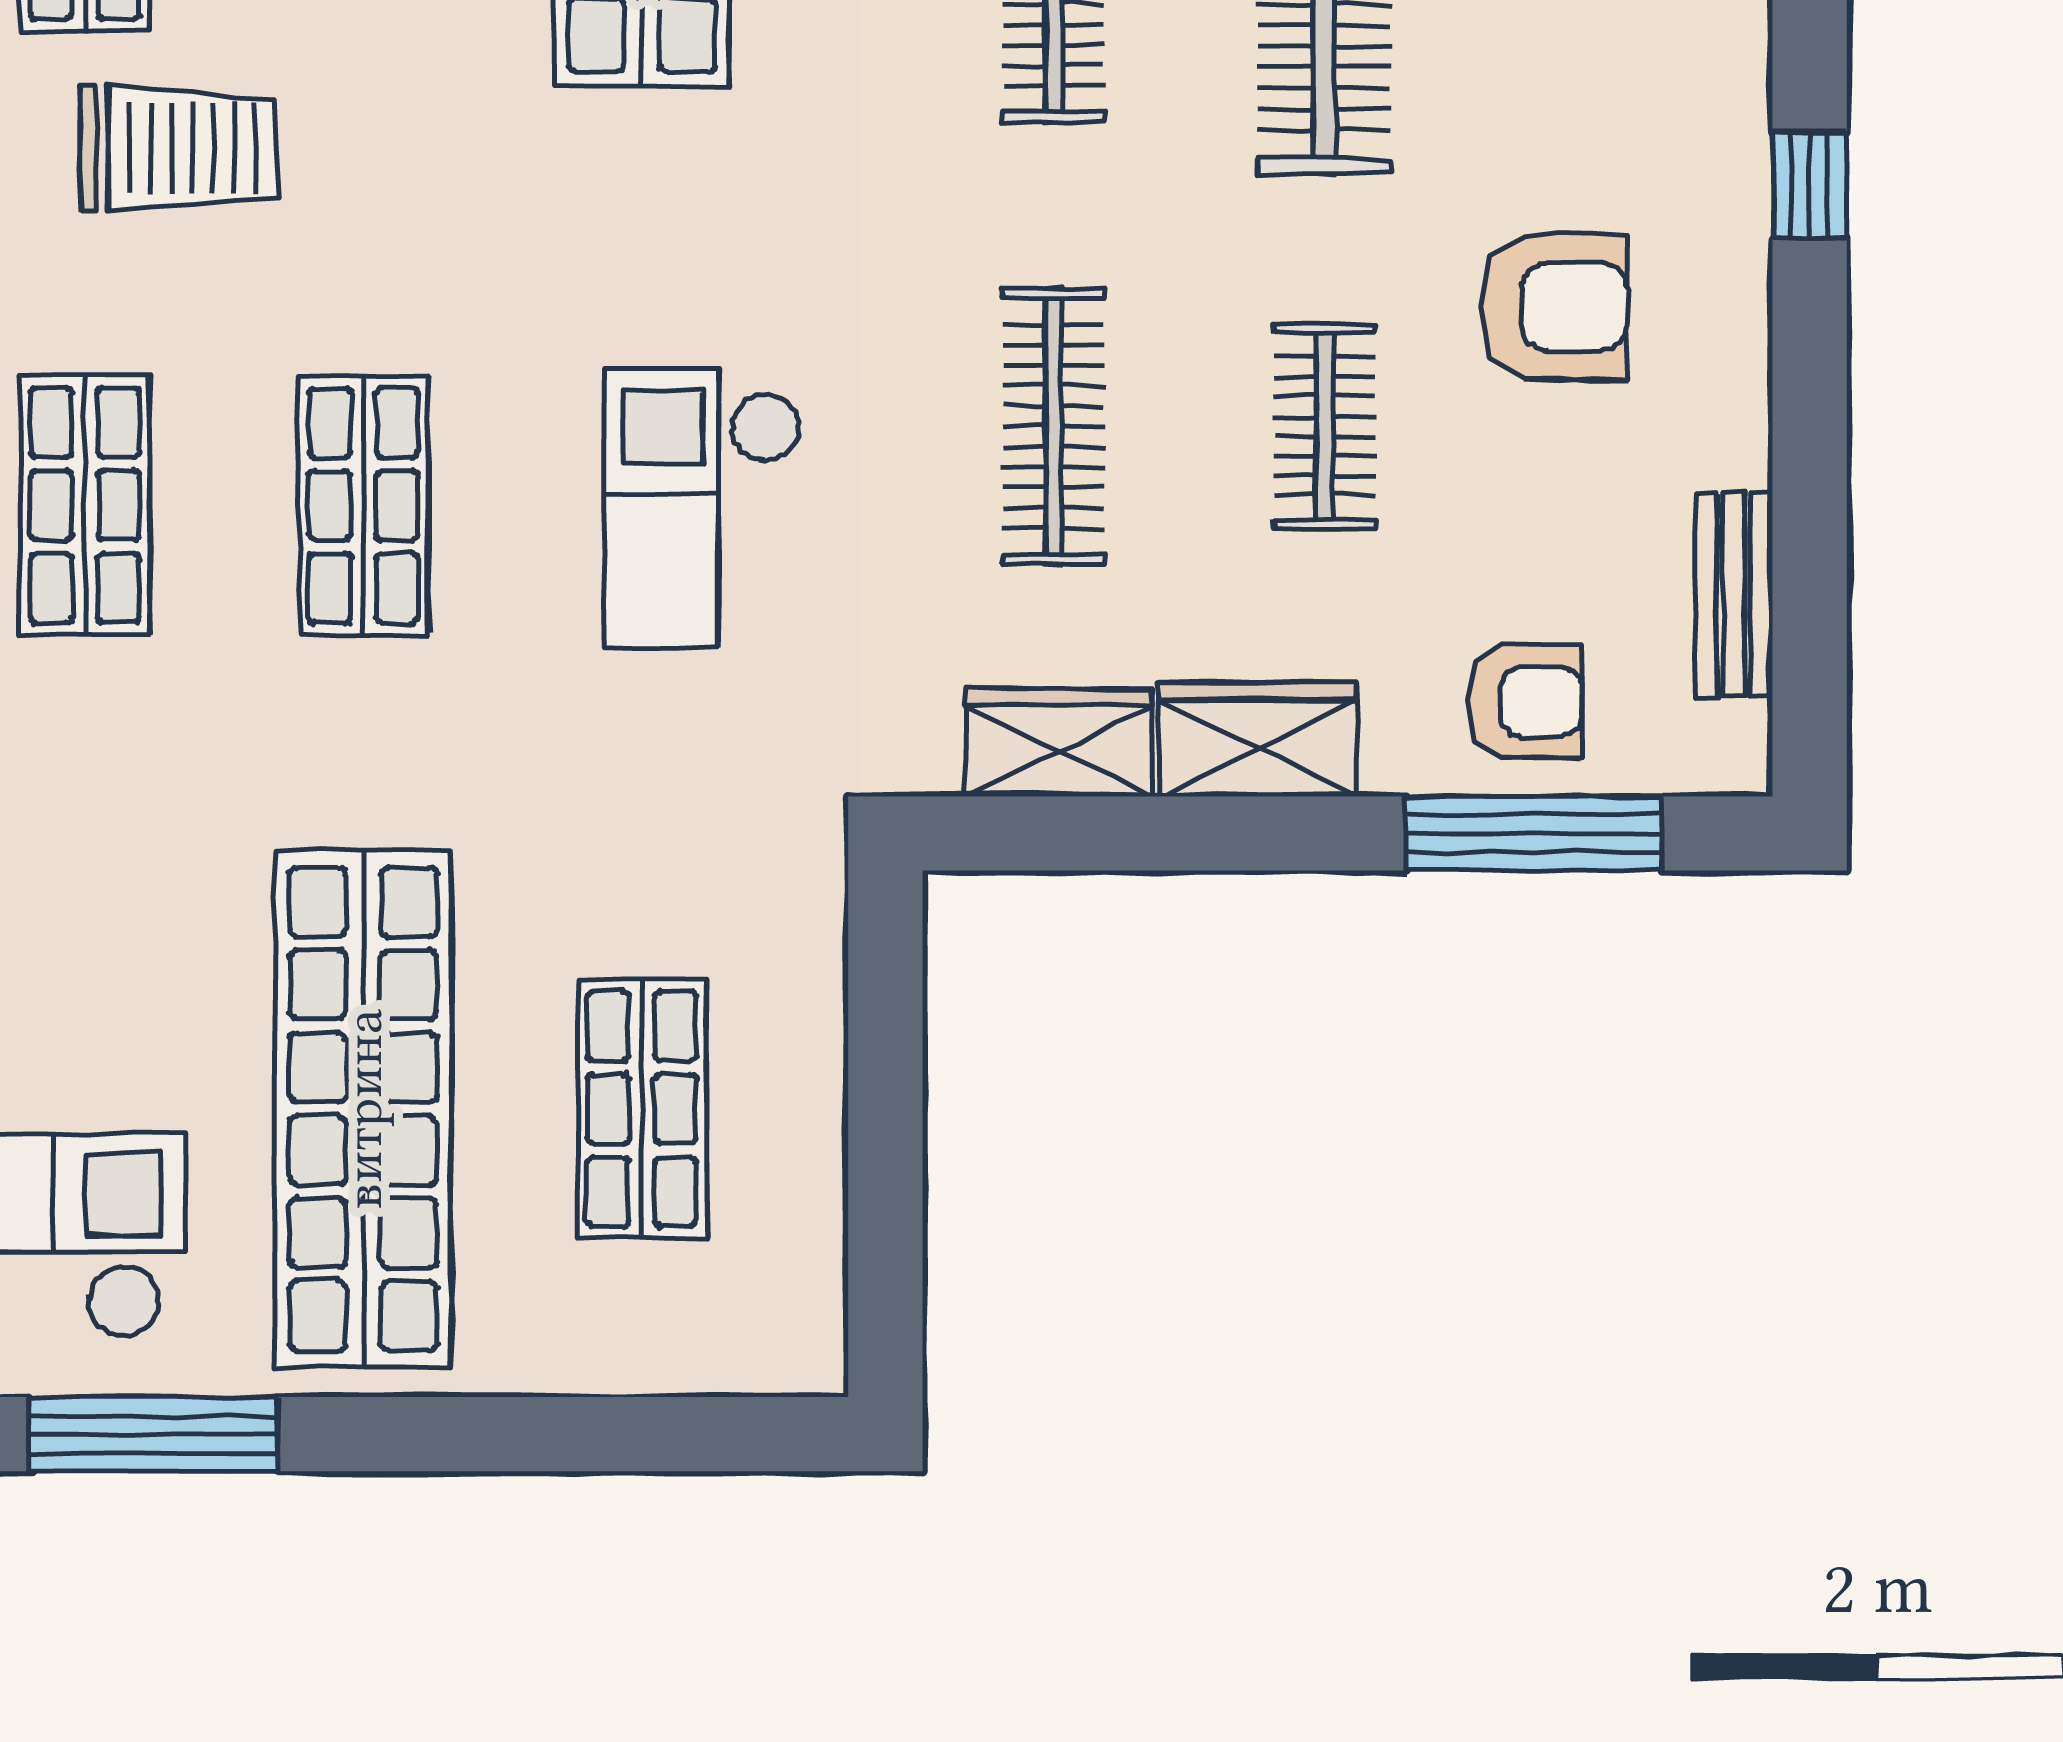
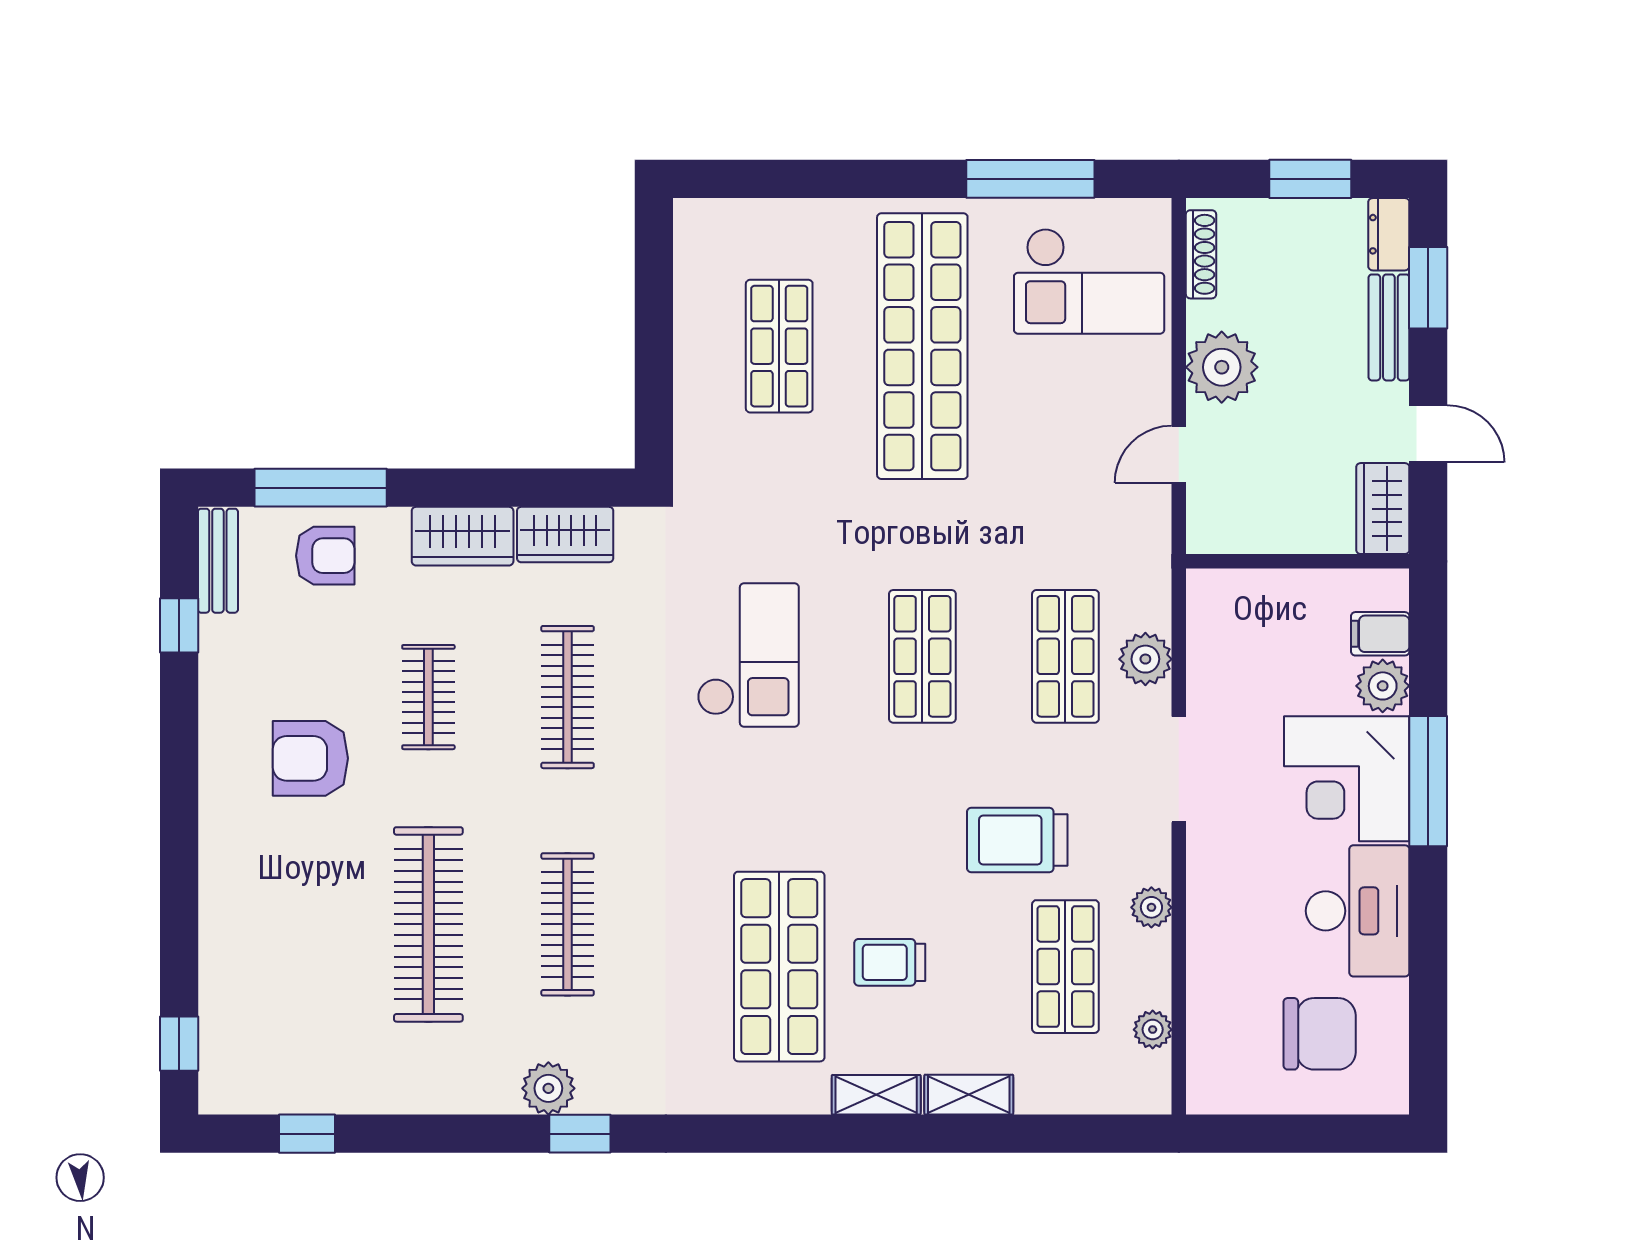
window: (1810, 185) -> (179, 625), moved
bench: (1734, 594) -> (218, 561), moved
armchair: (1525, 701) -> (325, 556), turned 180

